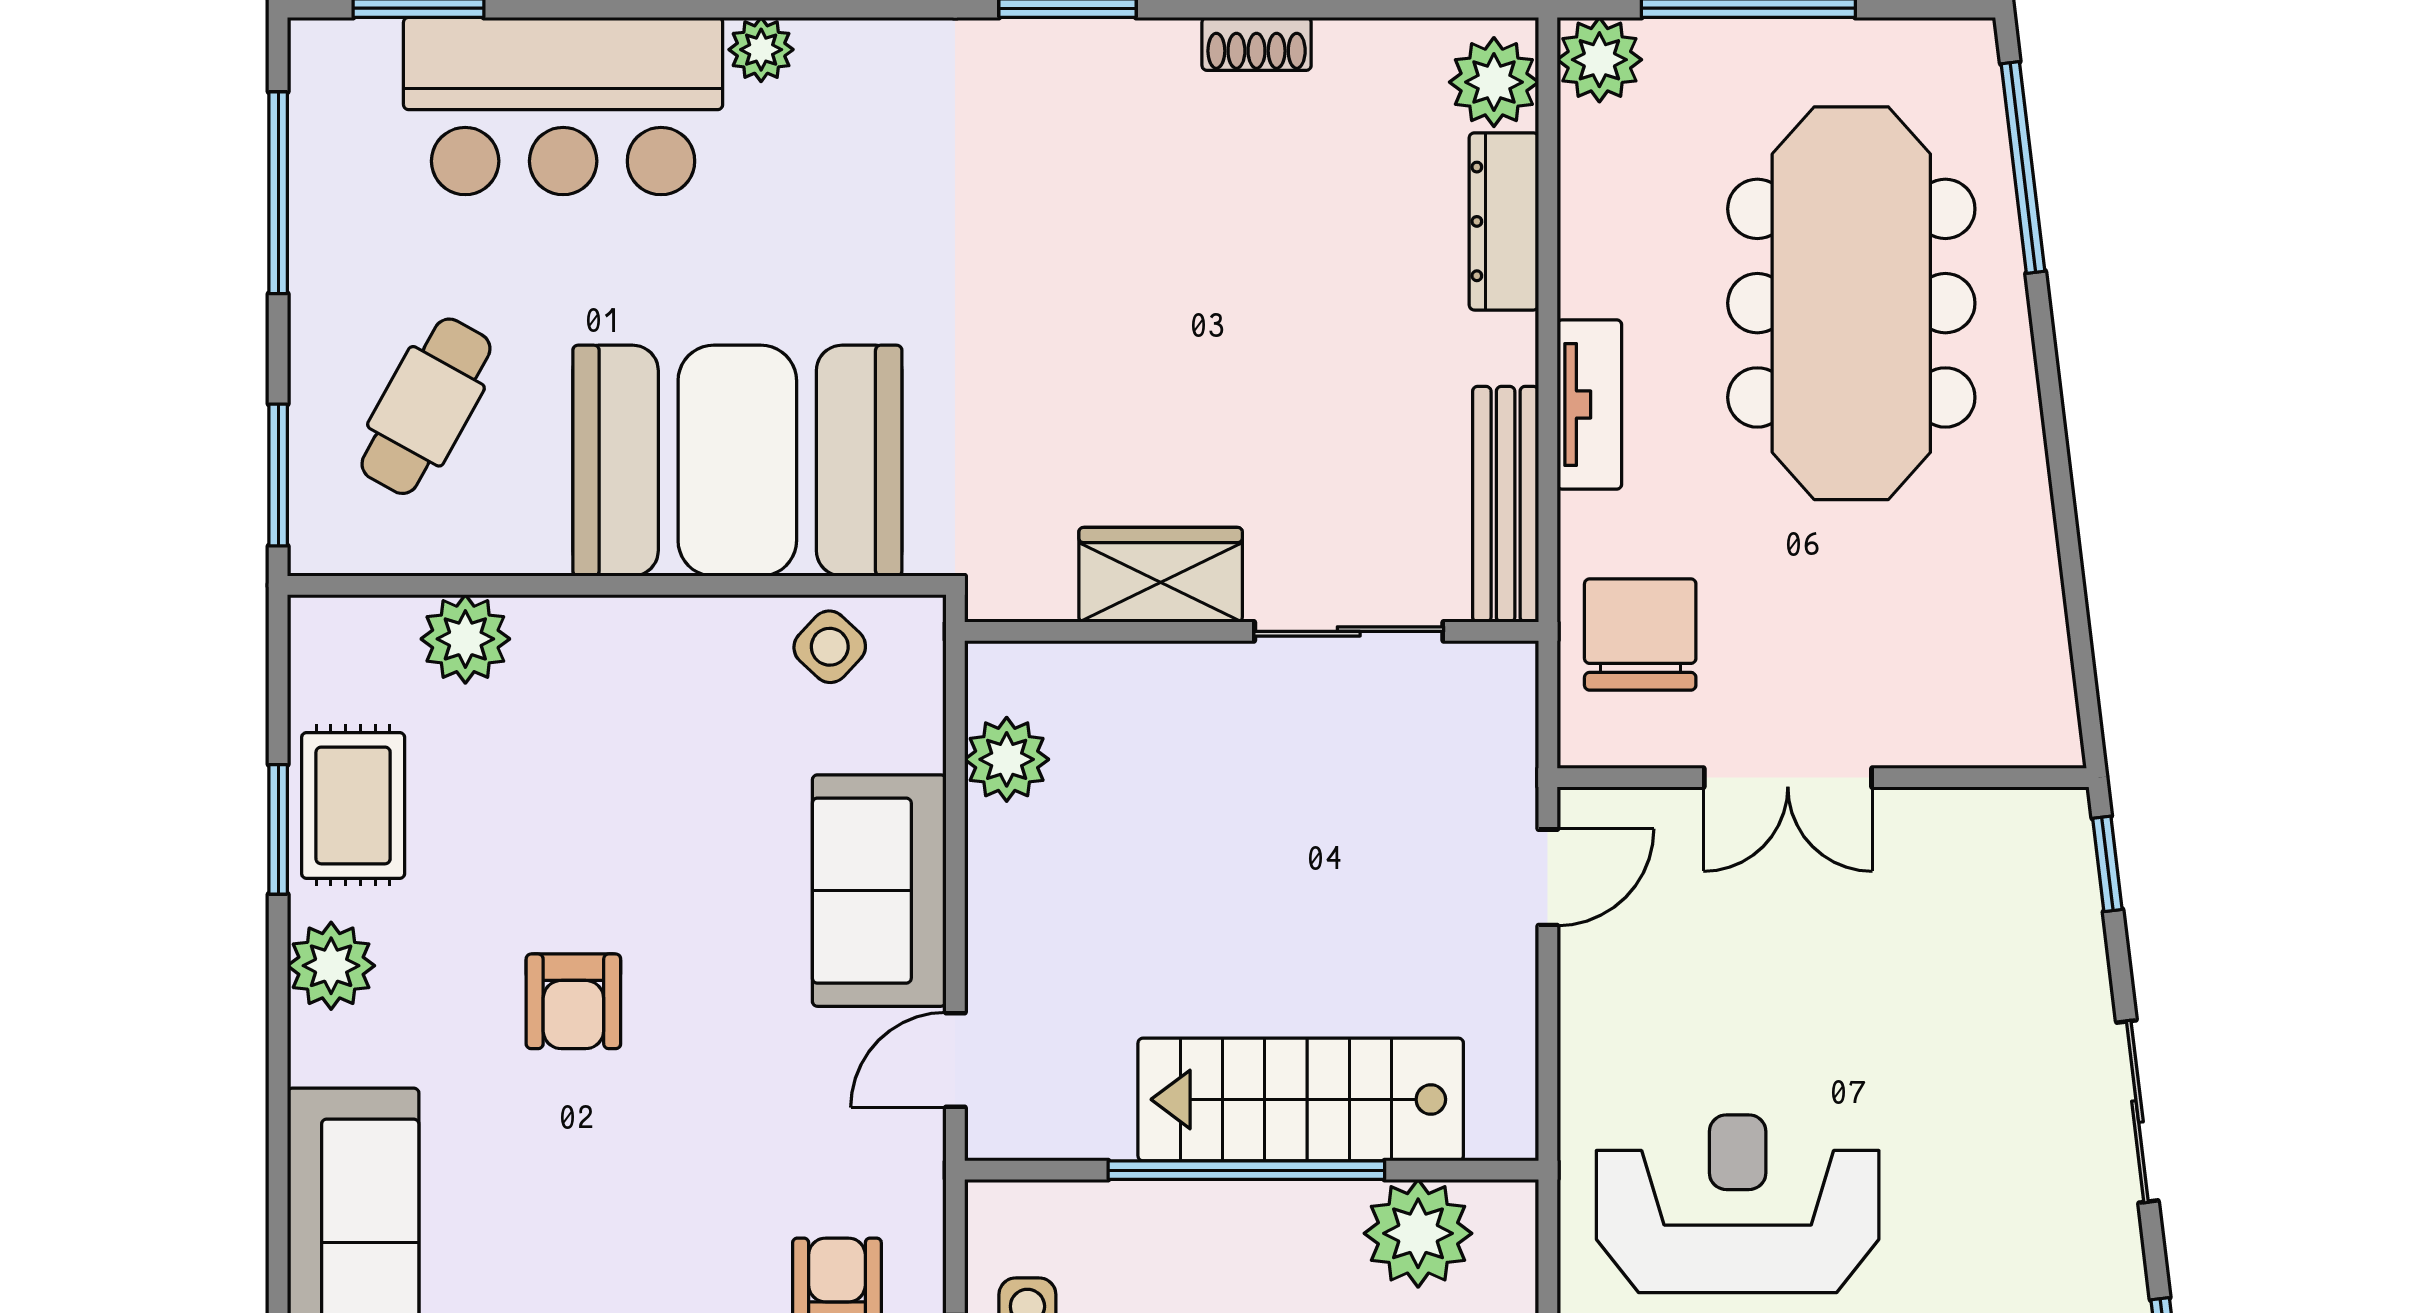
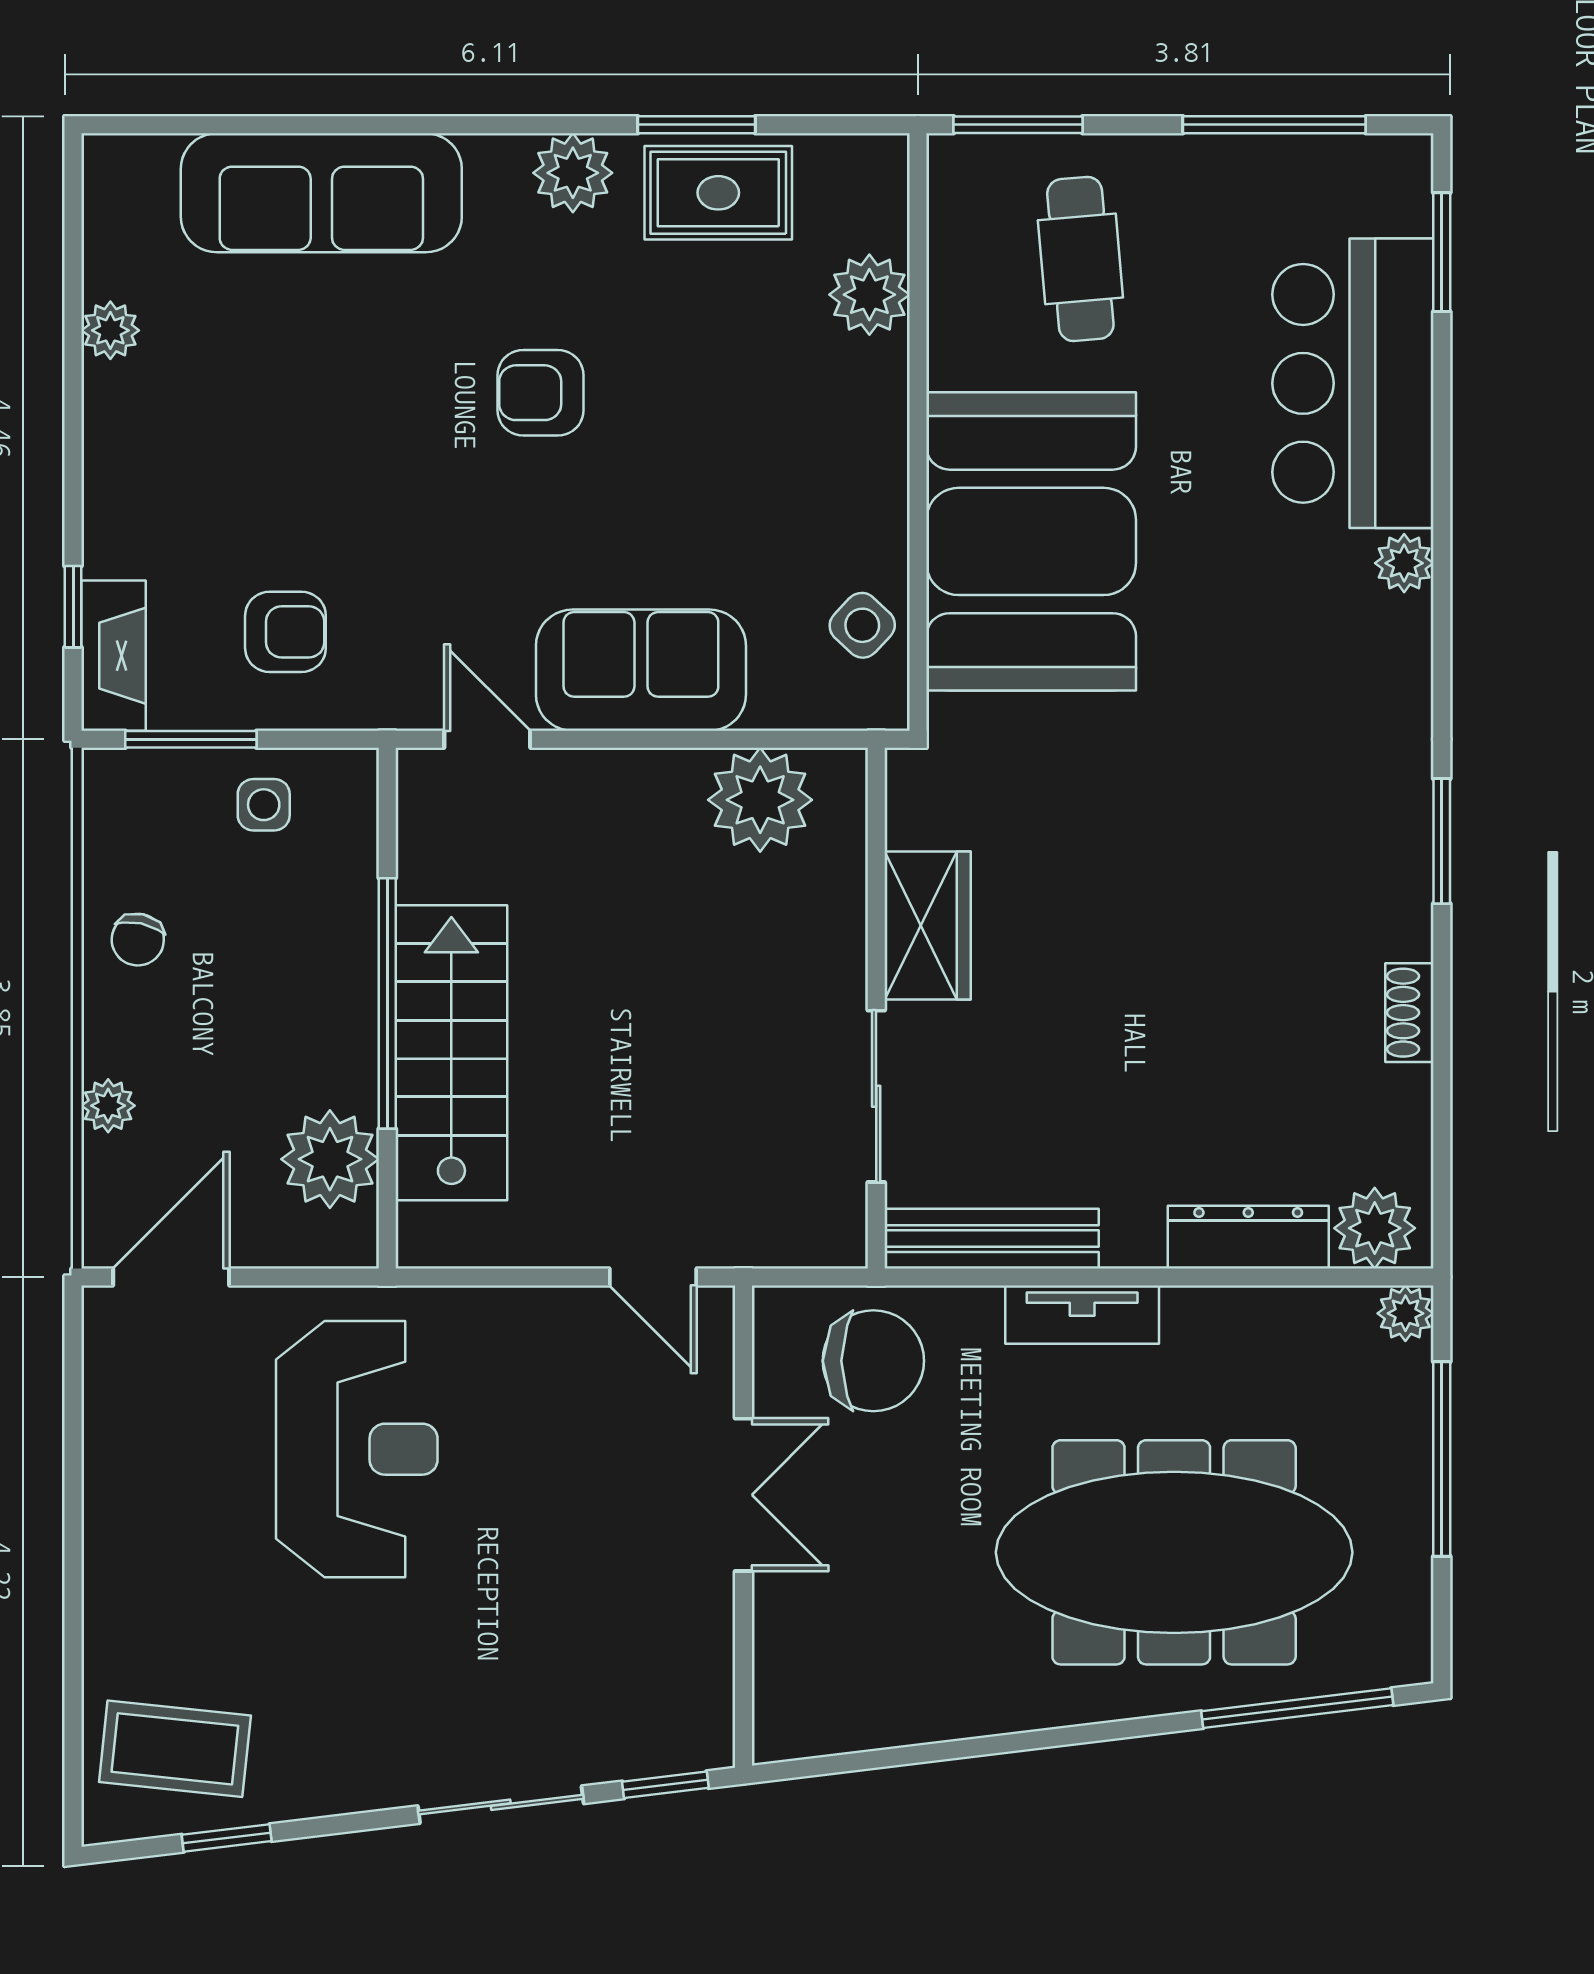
plant: (1599, 60) -> (1405, 1313), width x0.73, depth x0.73
cafe table: (426, 406) -> (1080, 259), turned 56
plant: (1007, 759) -> (760, 800), width x1.36, depth x1.36
double door: (1788, 778) -> (743, 1495), swing flipped
sliding door: (2137, 1112) -> (501, 1805), moved

